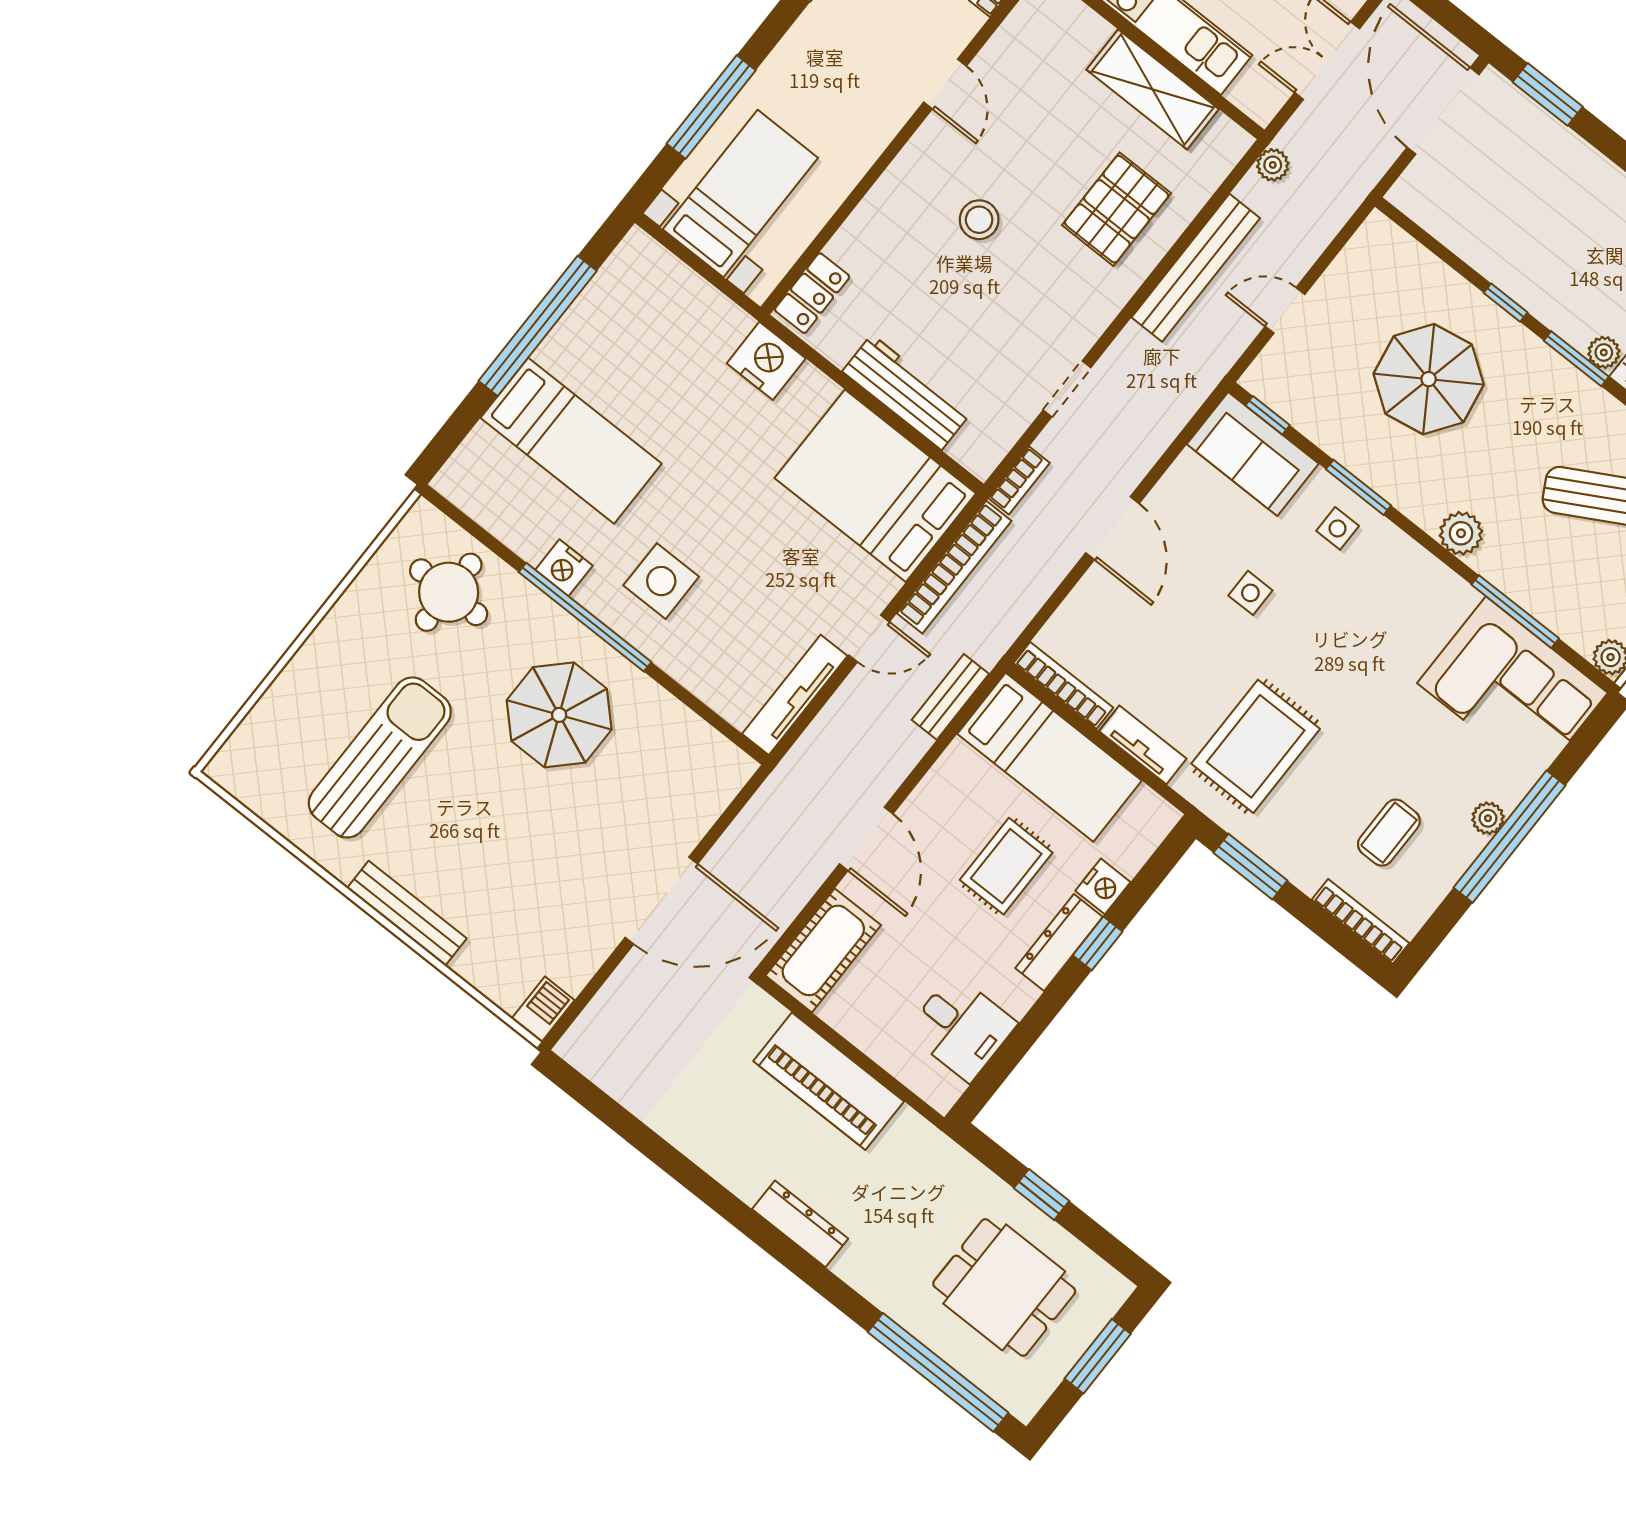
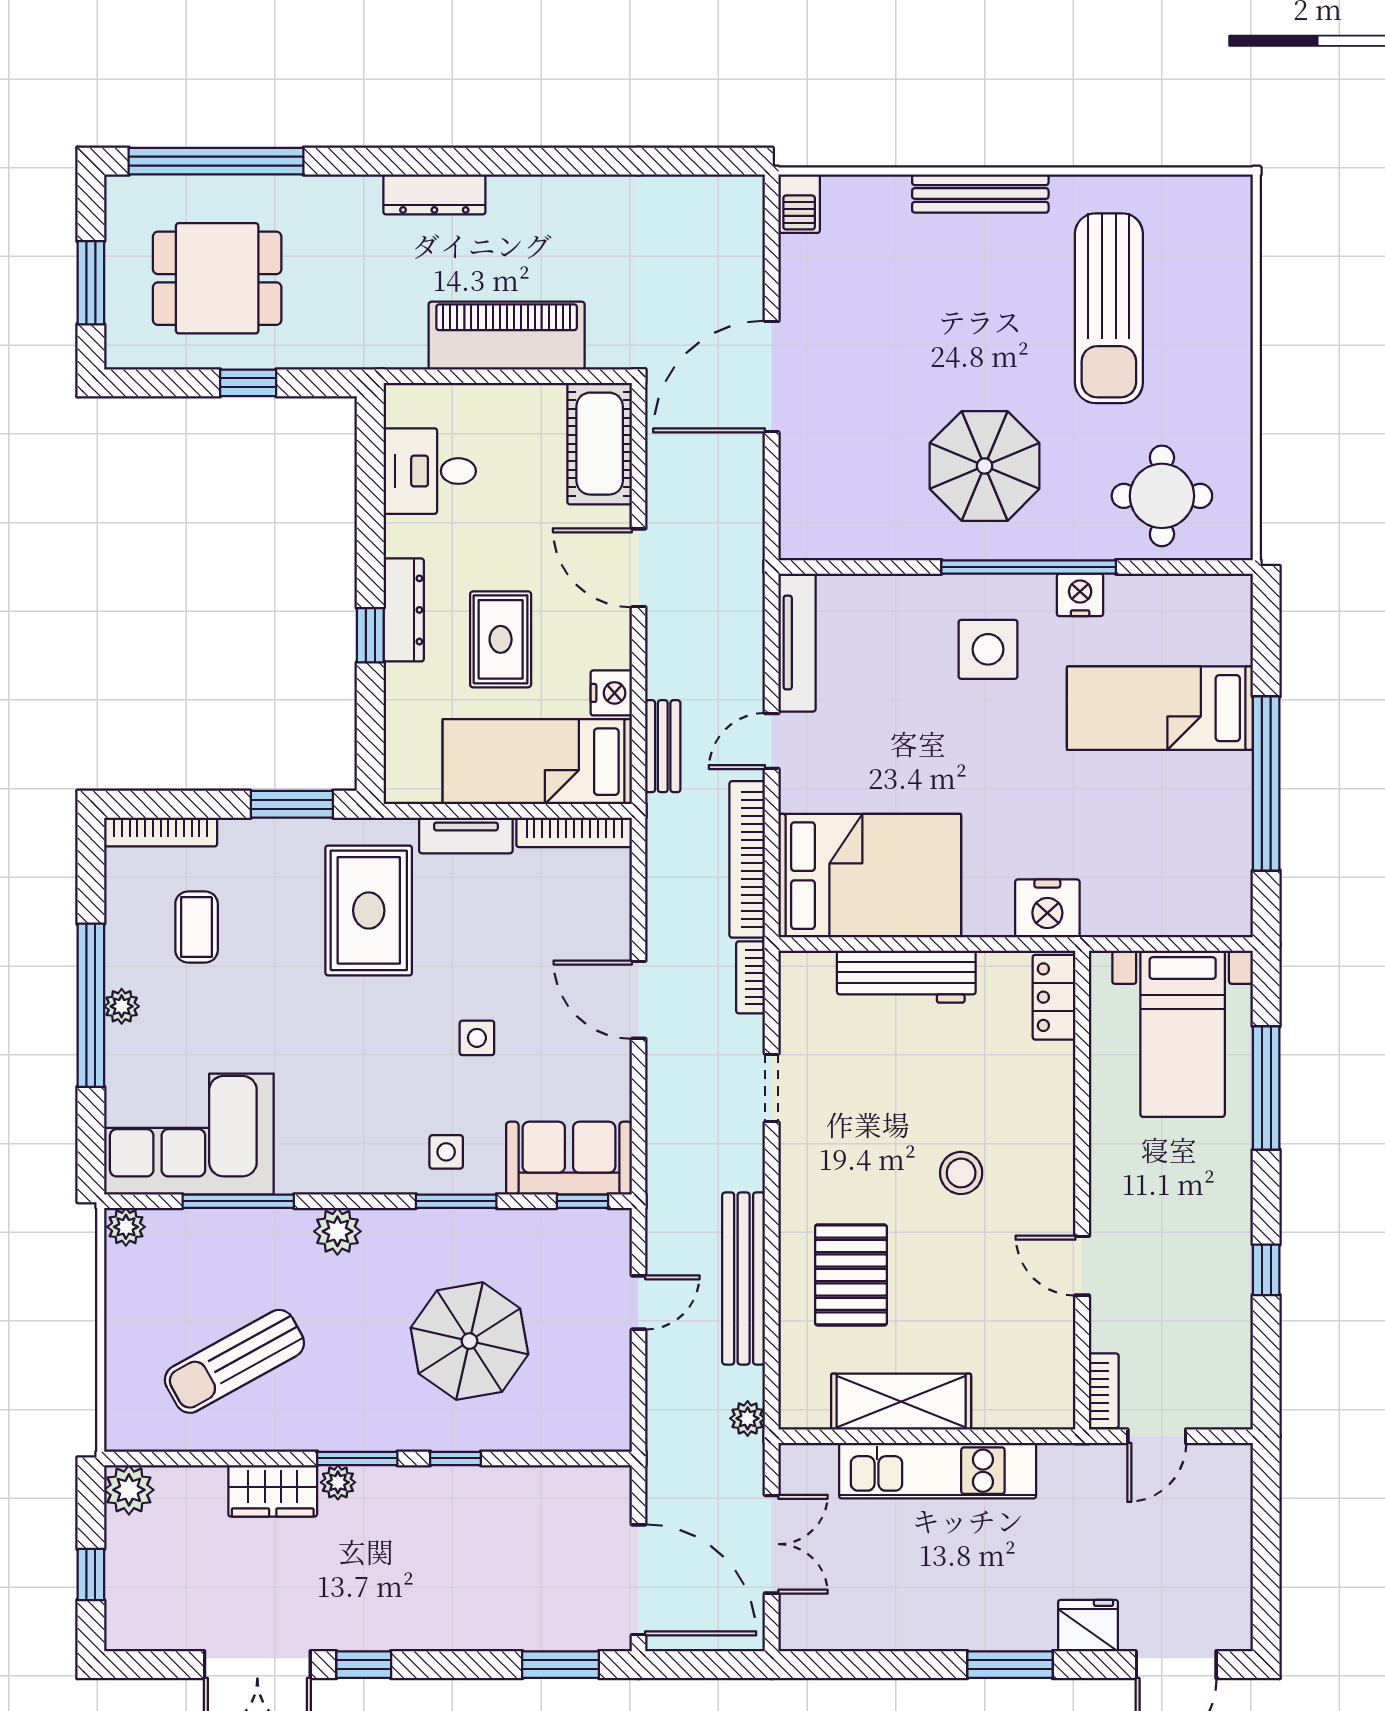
nightstand: (1103, 886) -> (611, 693), moved, turned 180

